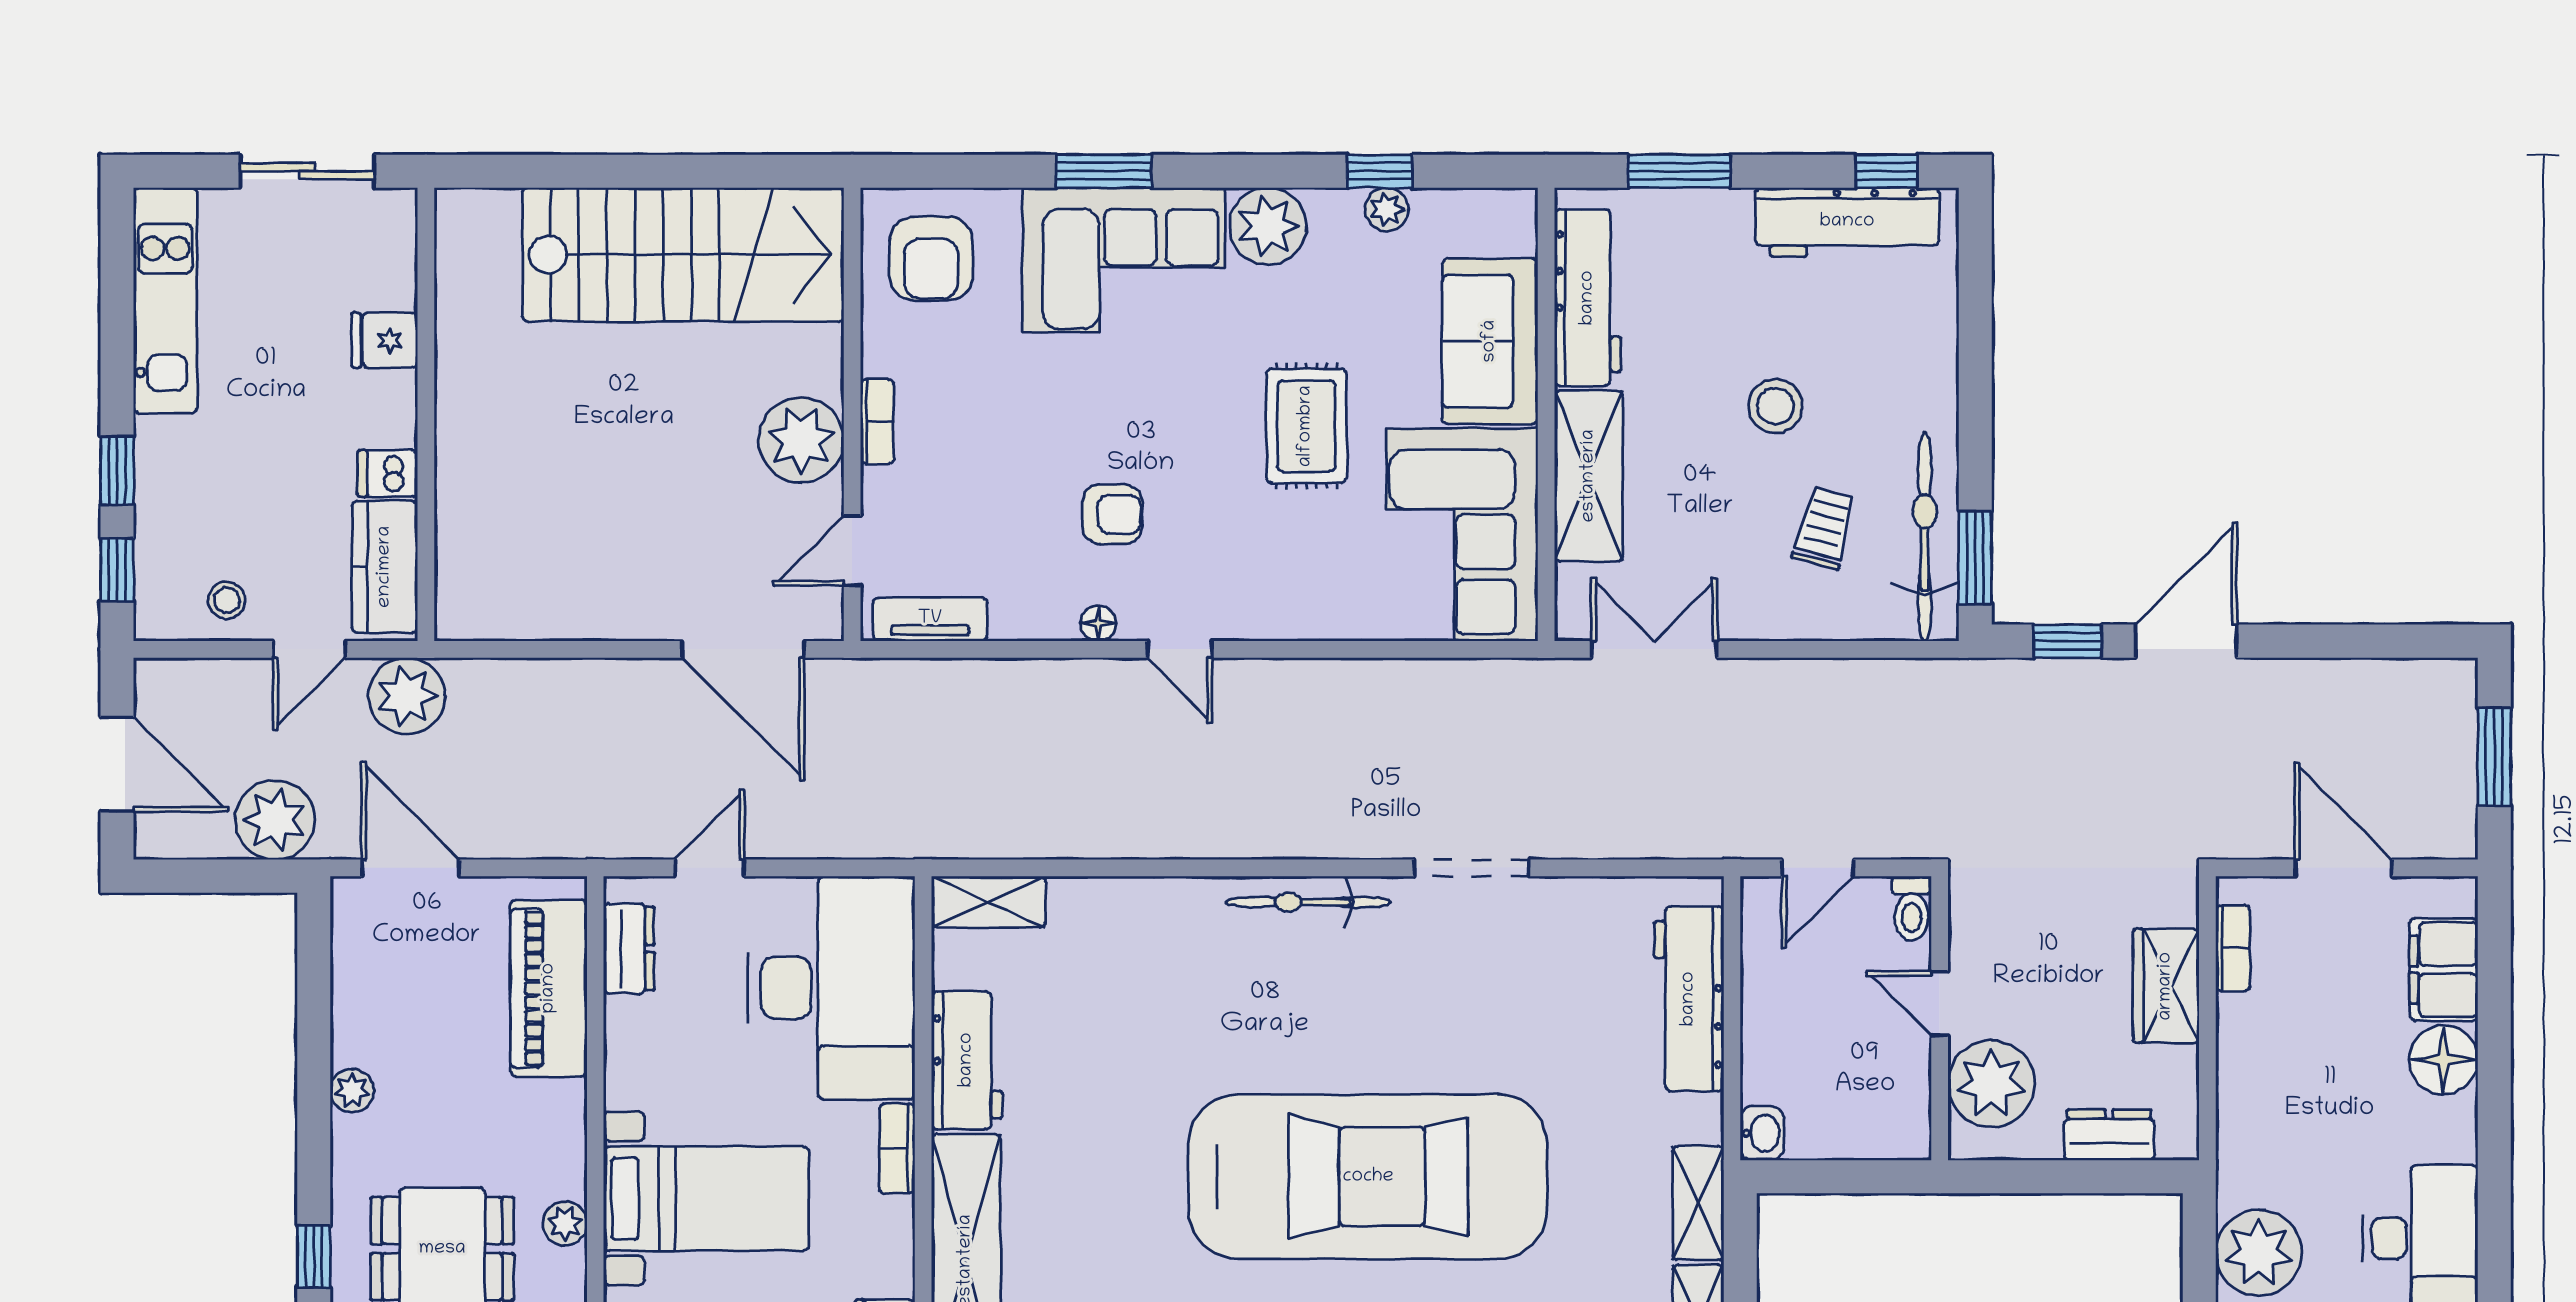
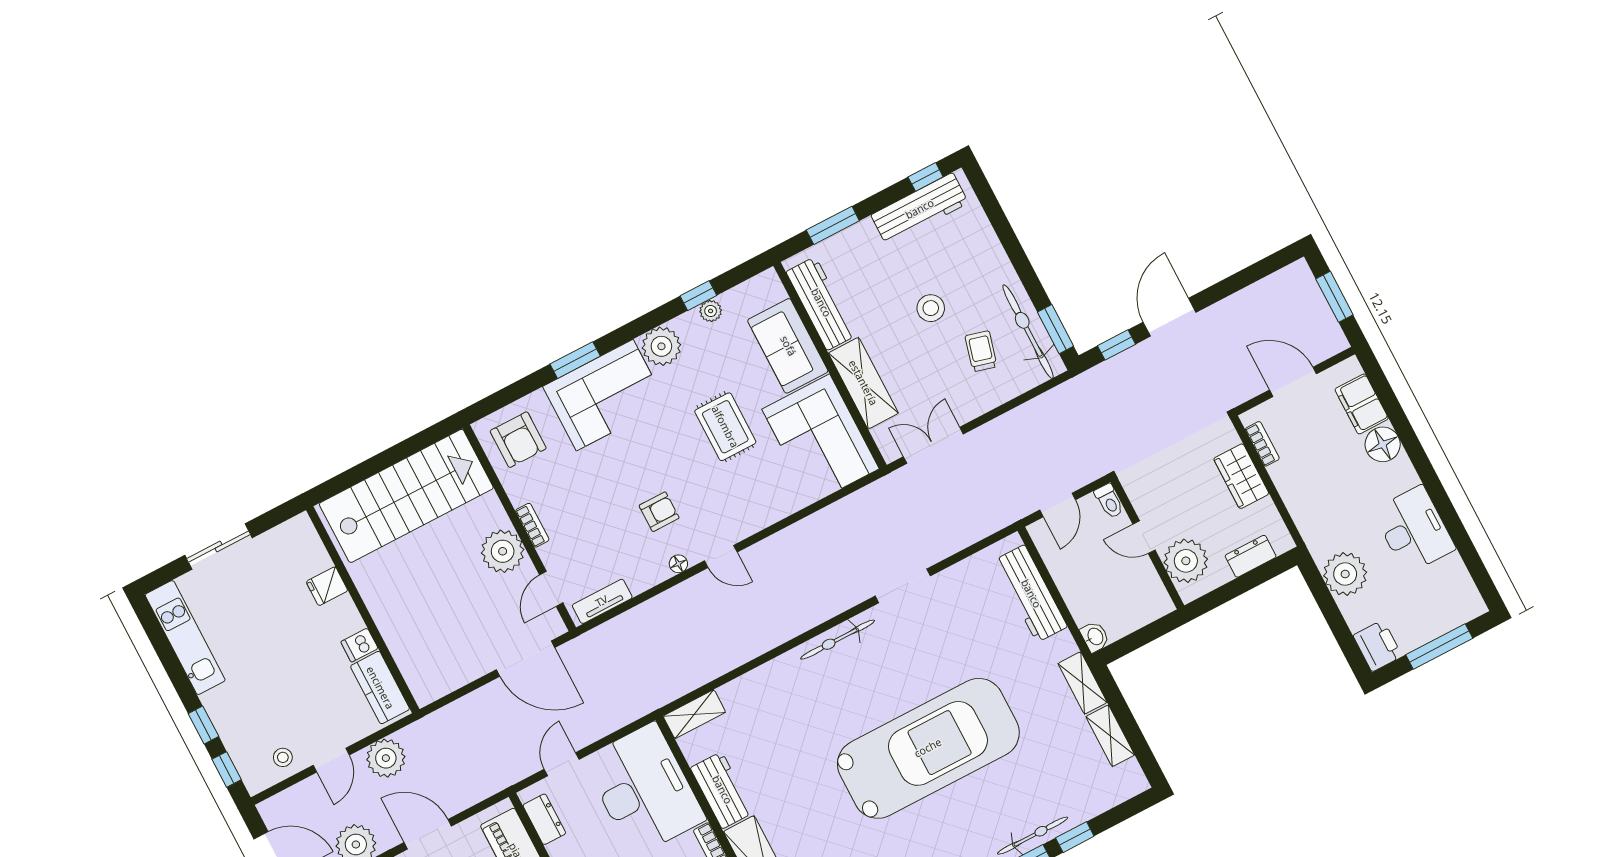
fridge: (385, 340) -> (327, 586), moved
wall: (426, 414) -> (363, 610), moved
dishwasher: (388, 473) -> (359, 645), moved
kitchen counter: (385, 567) -> (380, 688), moved

